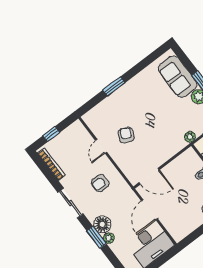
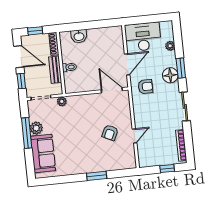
armchair: (100, 183) -> (145, 87), moved
plant: (109, 238) -> (170, 46), moved

